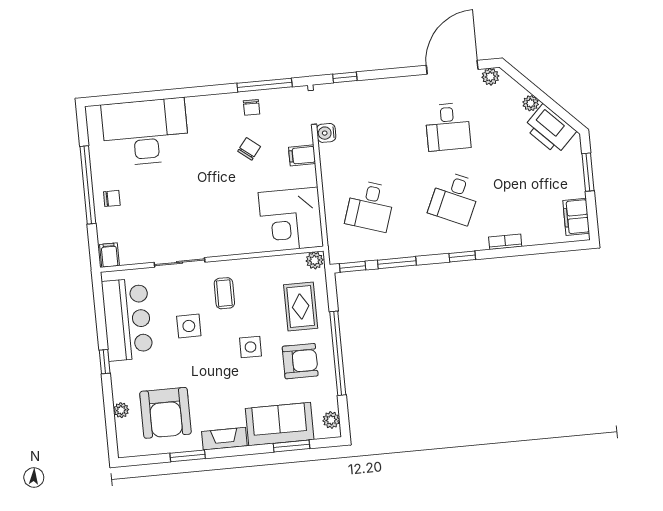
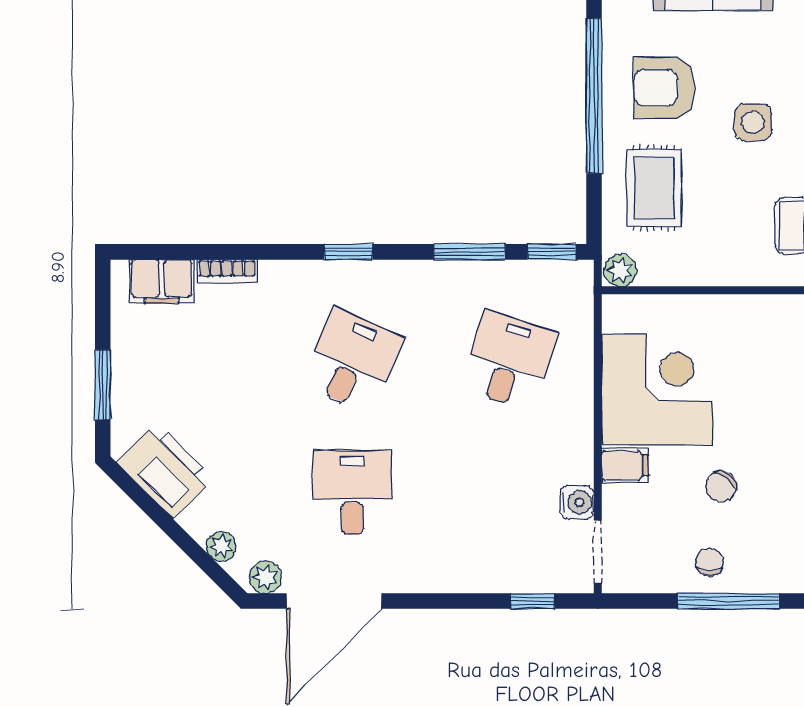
window: (265, 85) -> (729, 601), moved
plant: (531, 103) -> (221, 546), moved
filing cabinet: (576, 217) -> (162, 281), moved, turned 90
corner desk: (291, 220) -> (657, 389), moved
bookcase: (505, 242) -> (227, 271), moved

